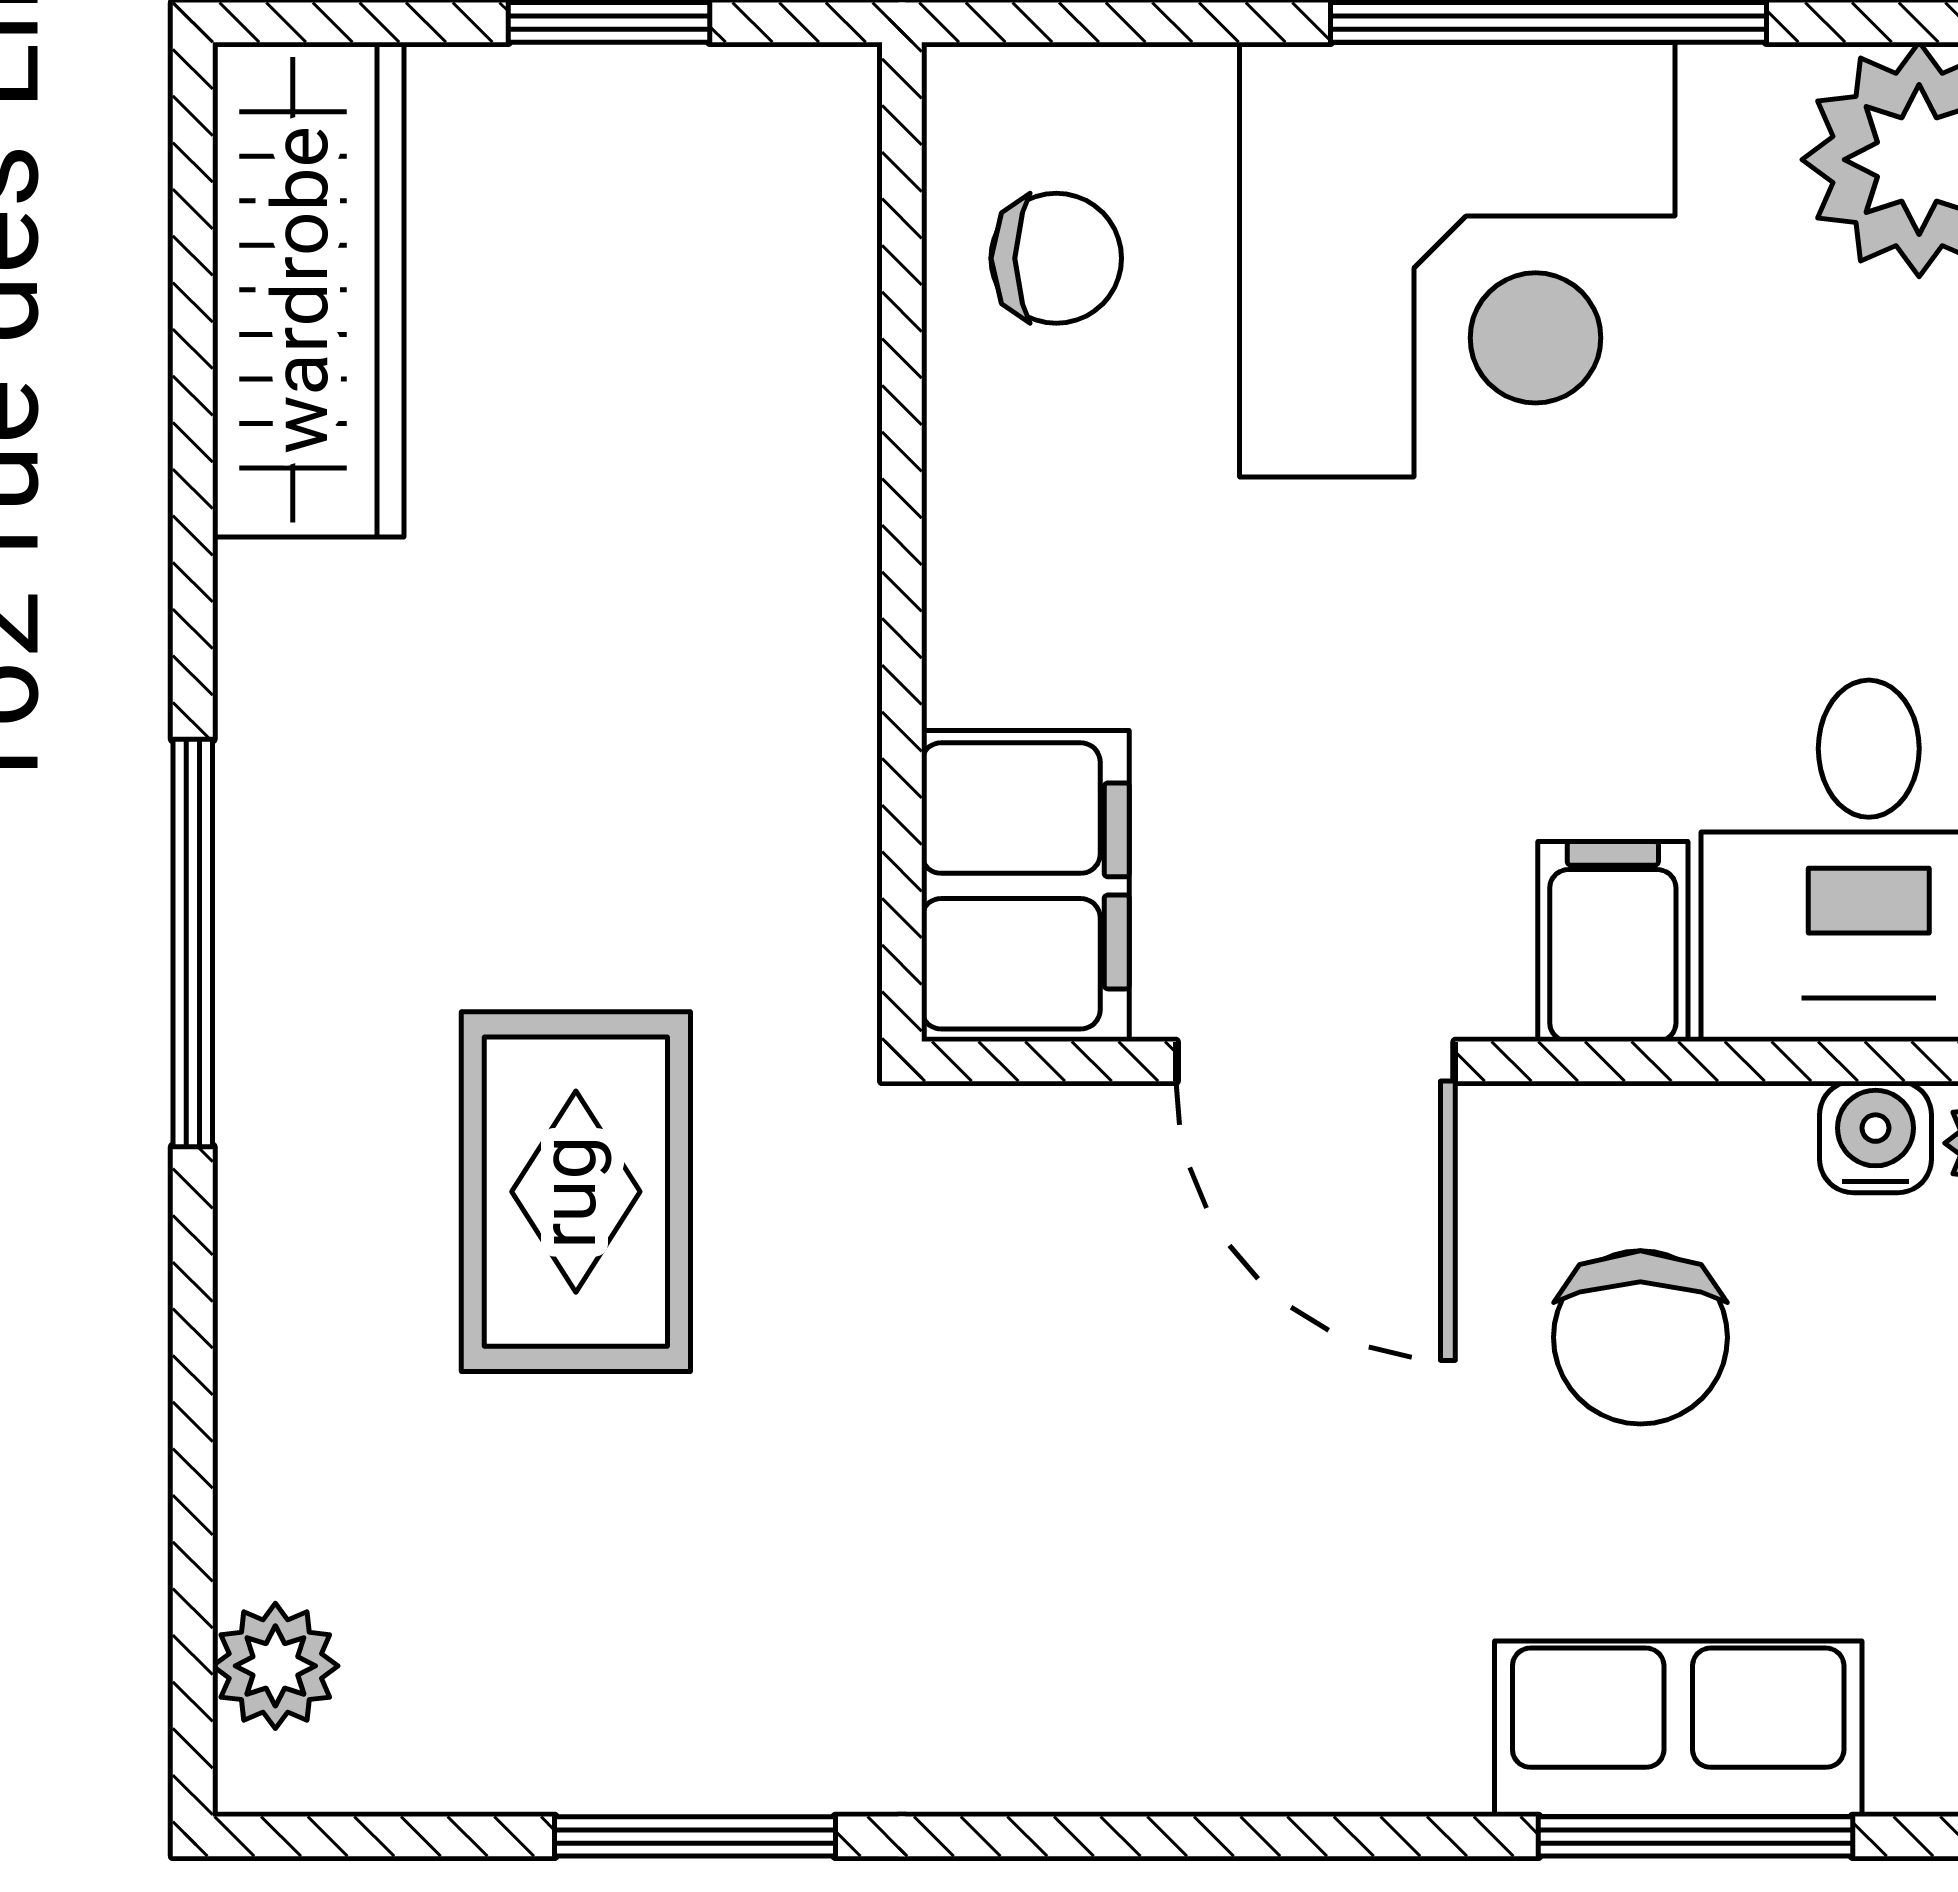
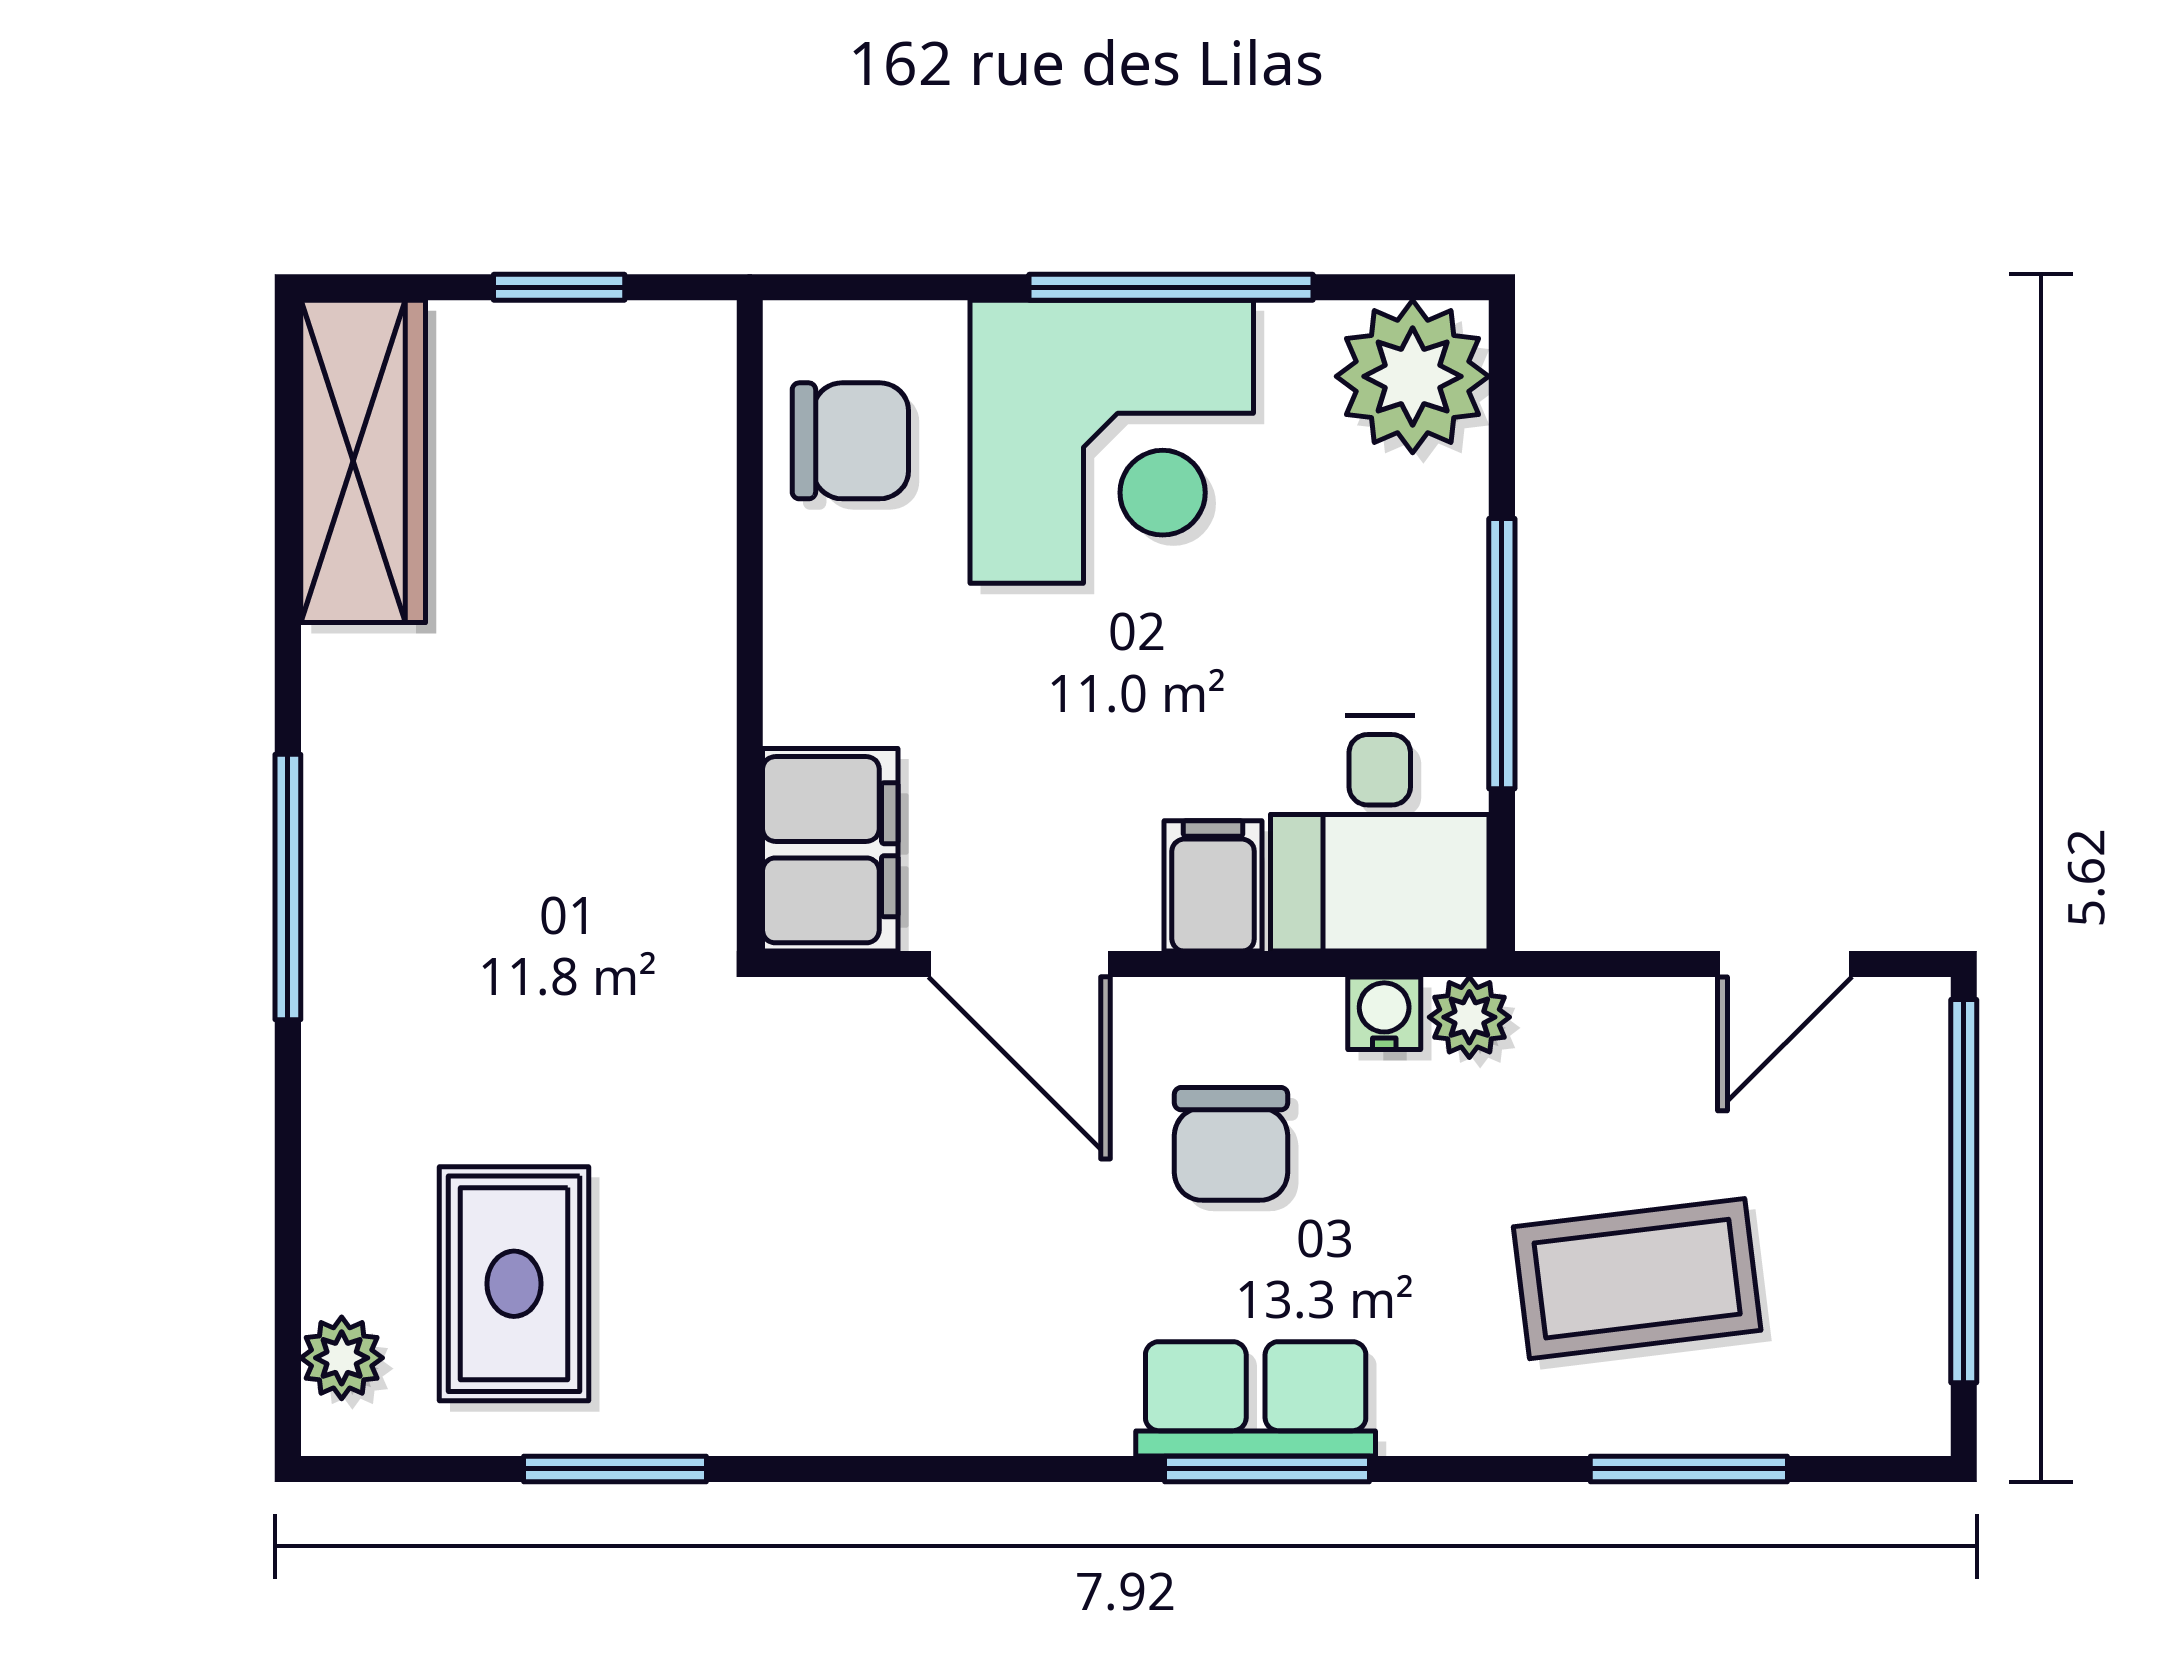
chair: (1056, 258) -> (850, 441), width x1.37, depth x1.37
rug: (576, 1192) -> (514, 1284), moved

